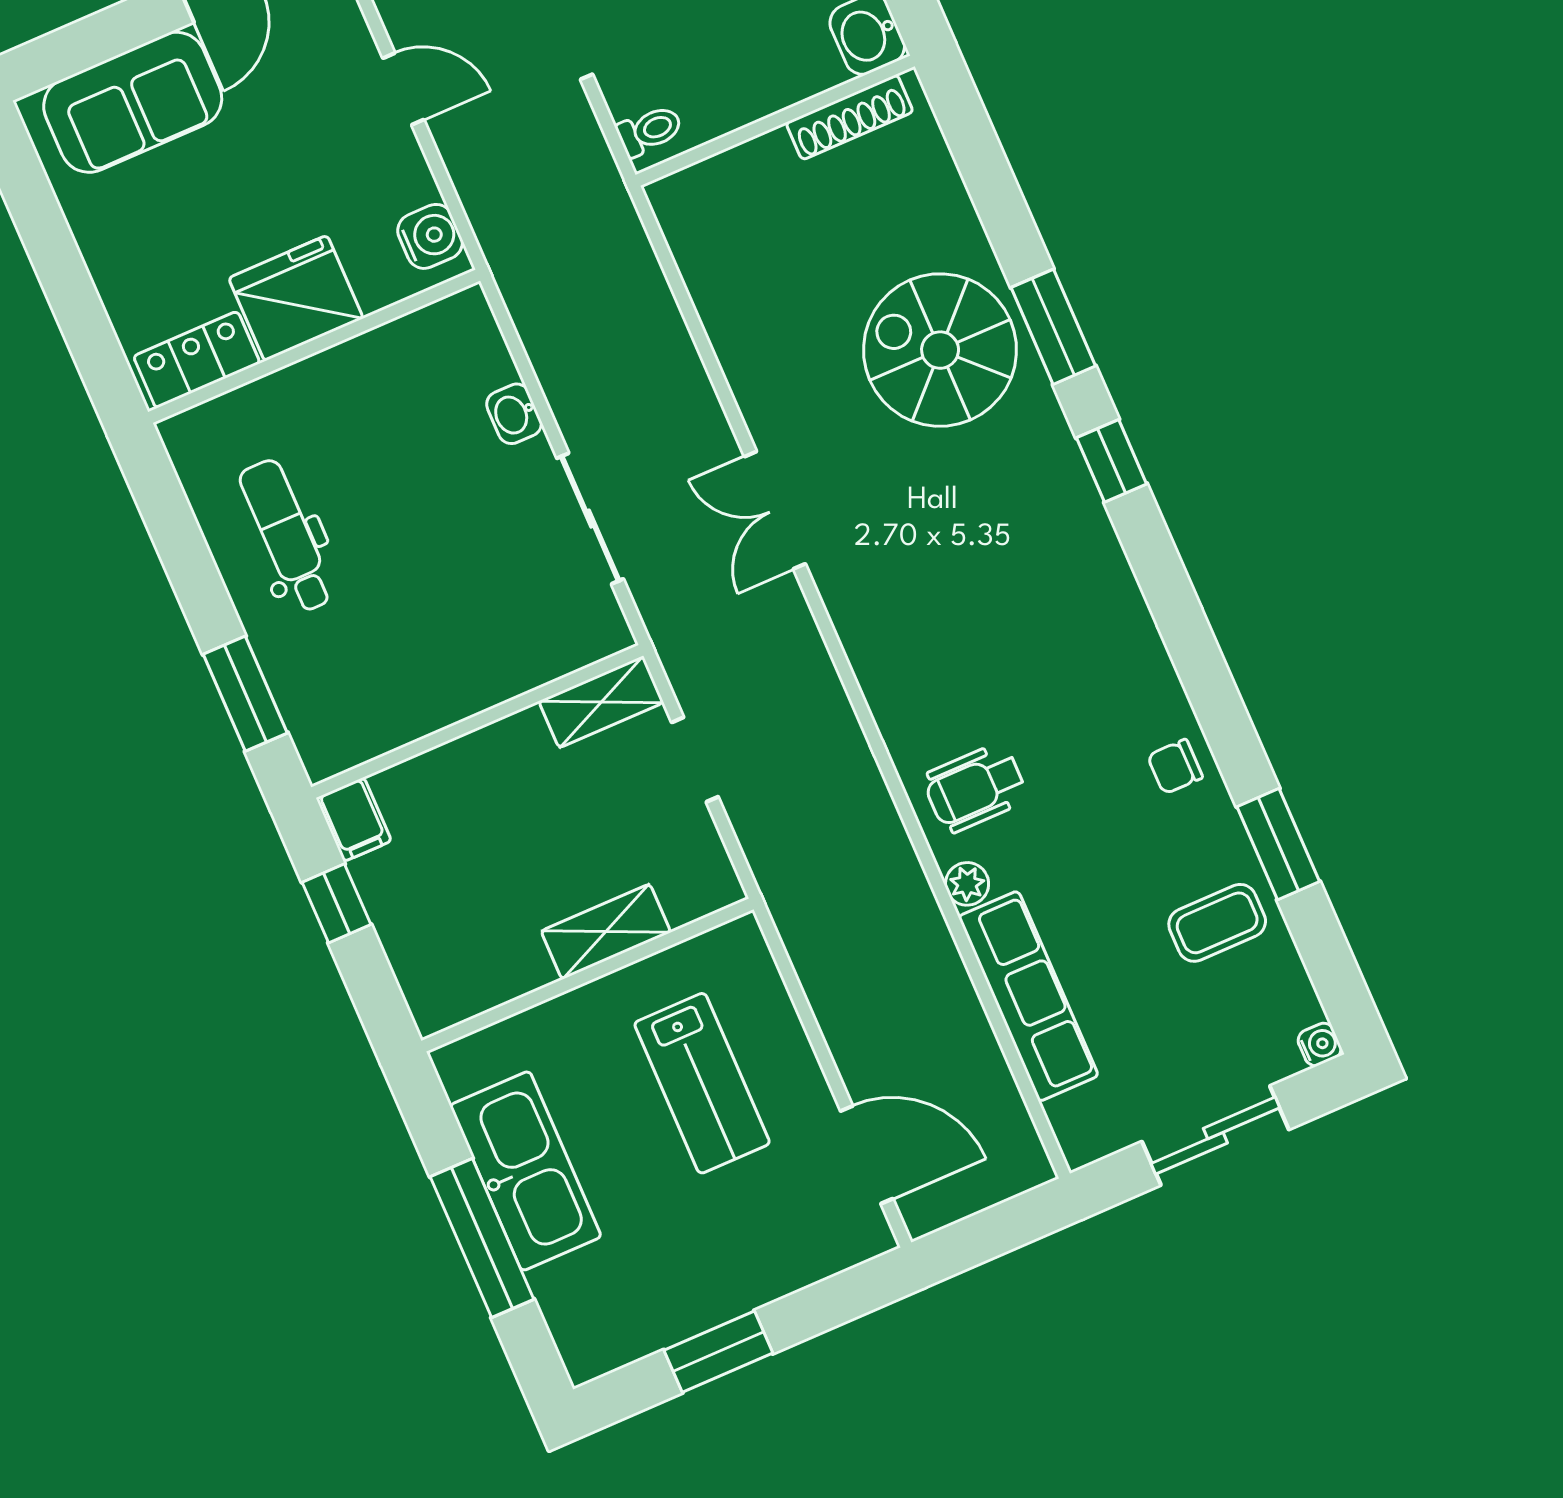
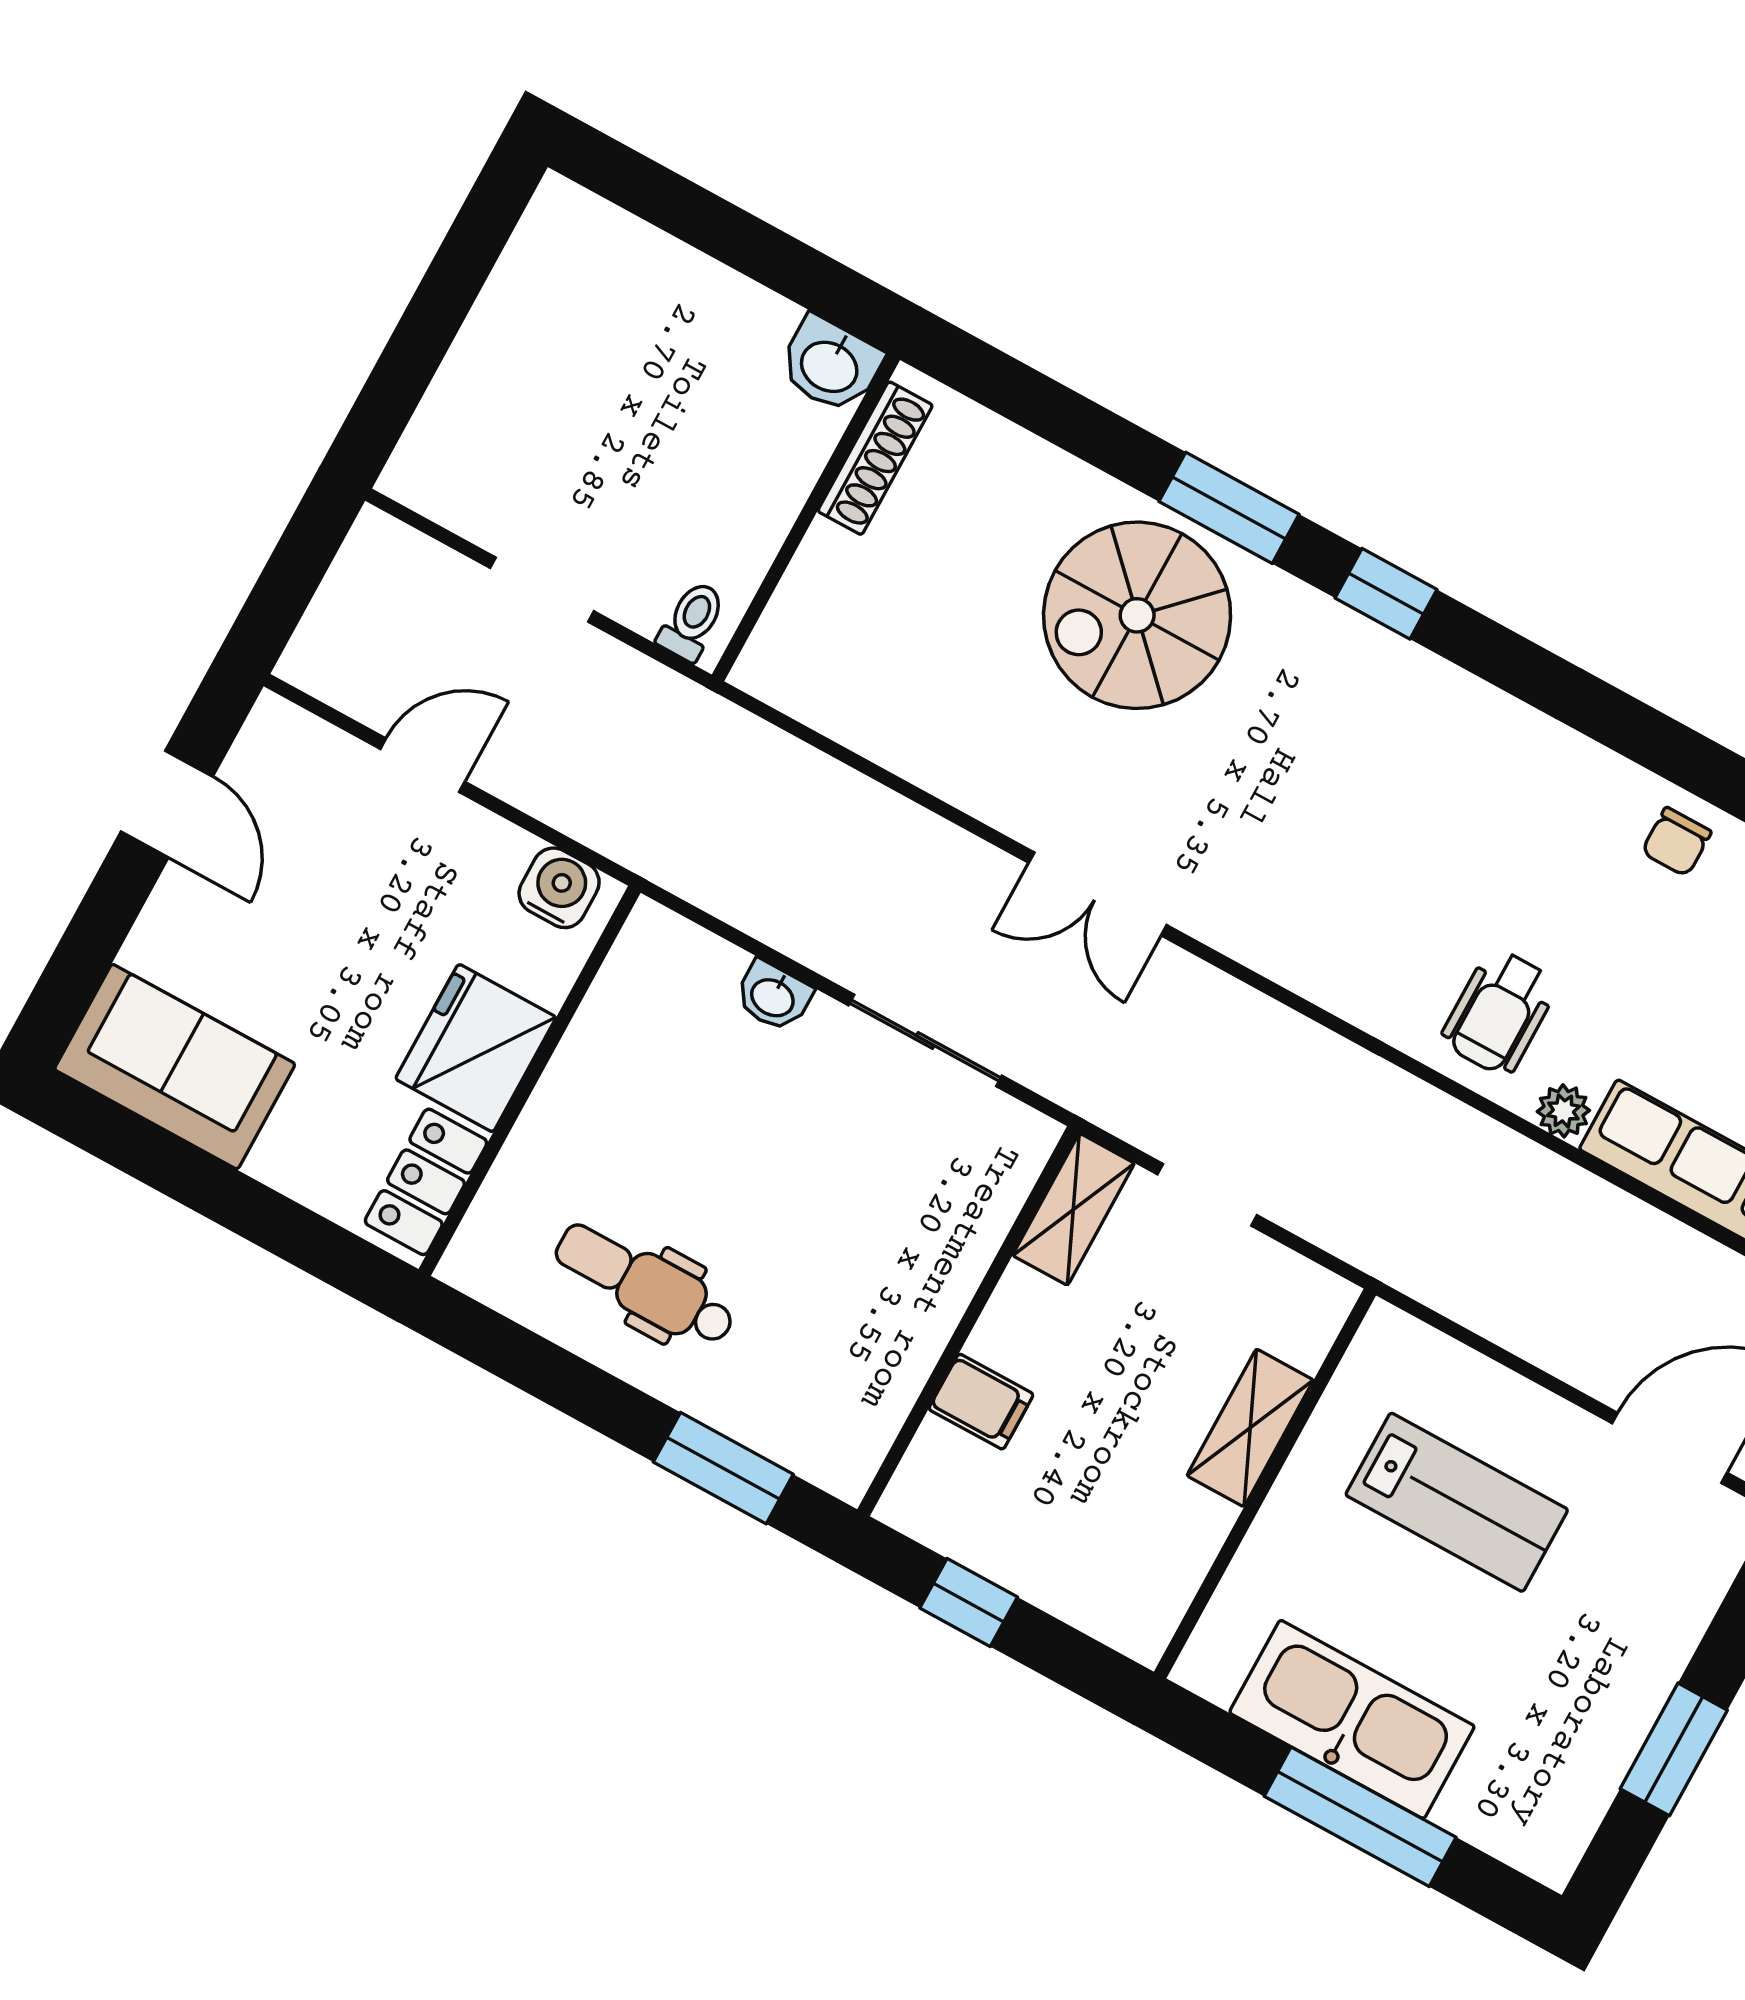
sofa: (133, 102) -> (175, 1067), moved, turned -90
filing cabinet: (354, 820) -> (981, 1402), moved

